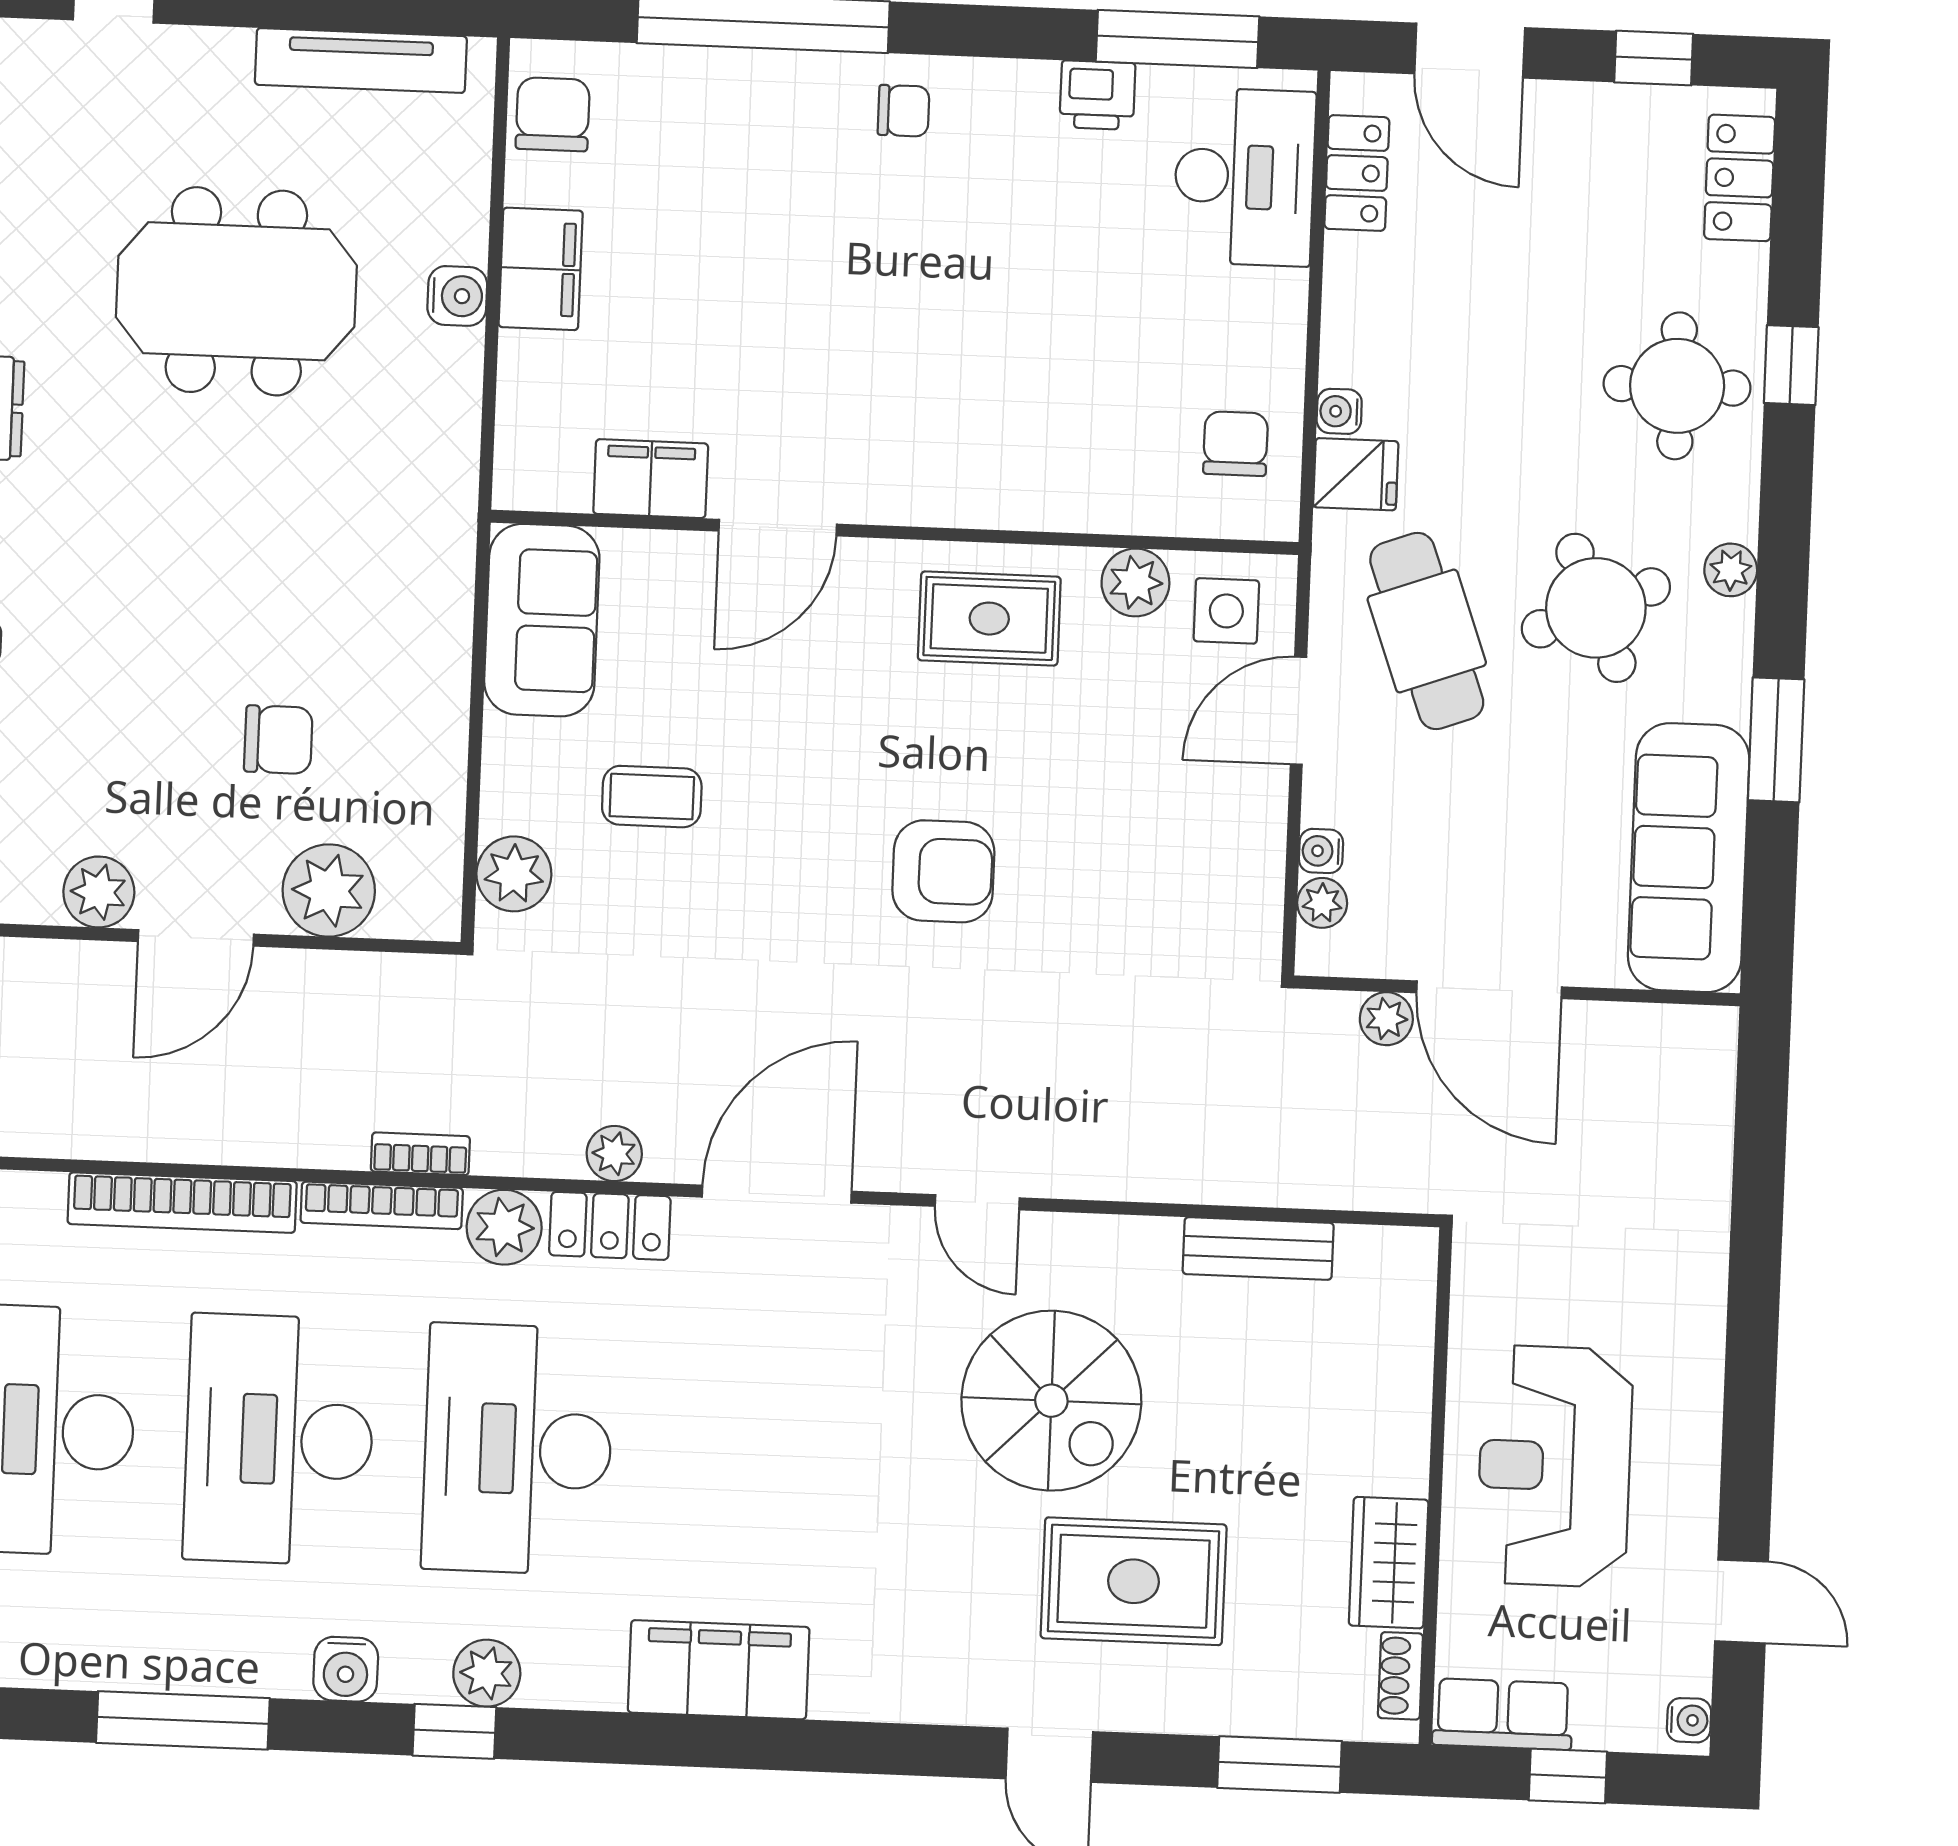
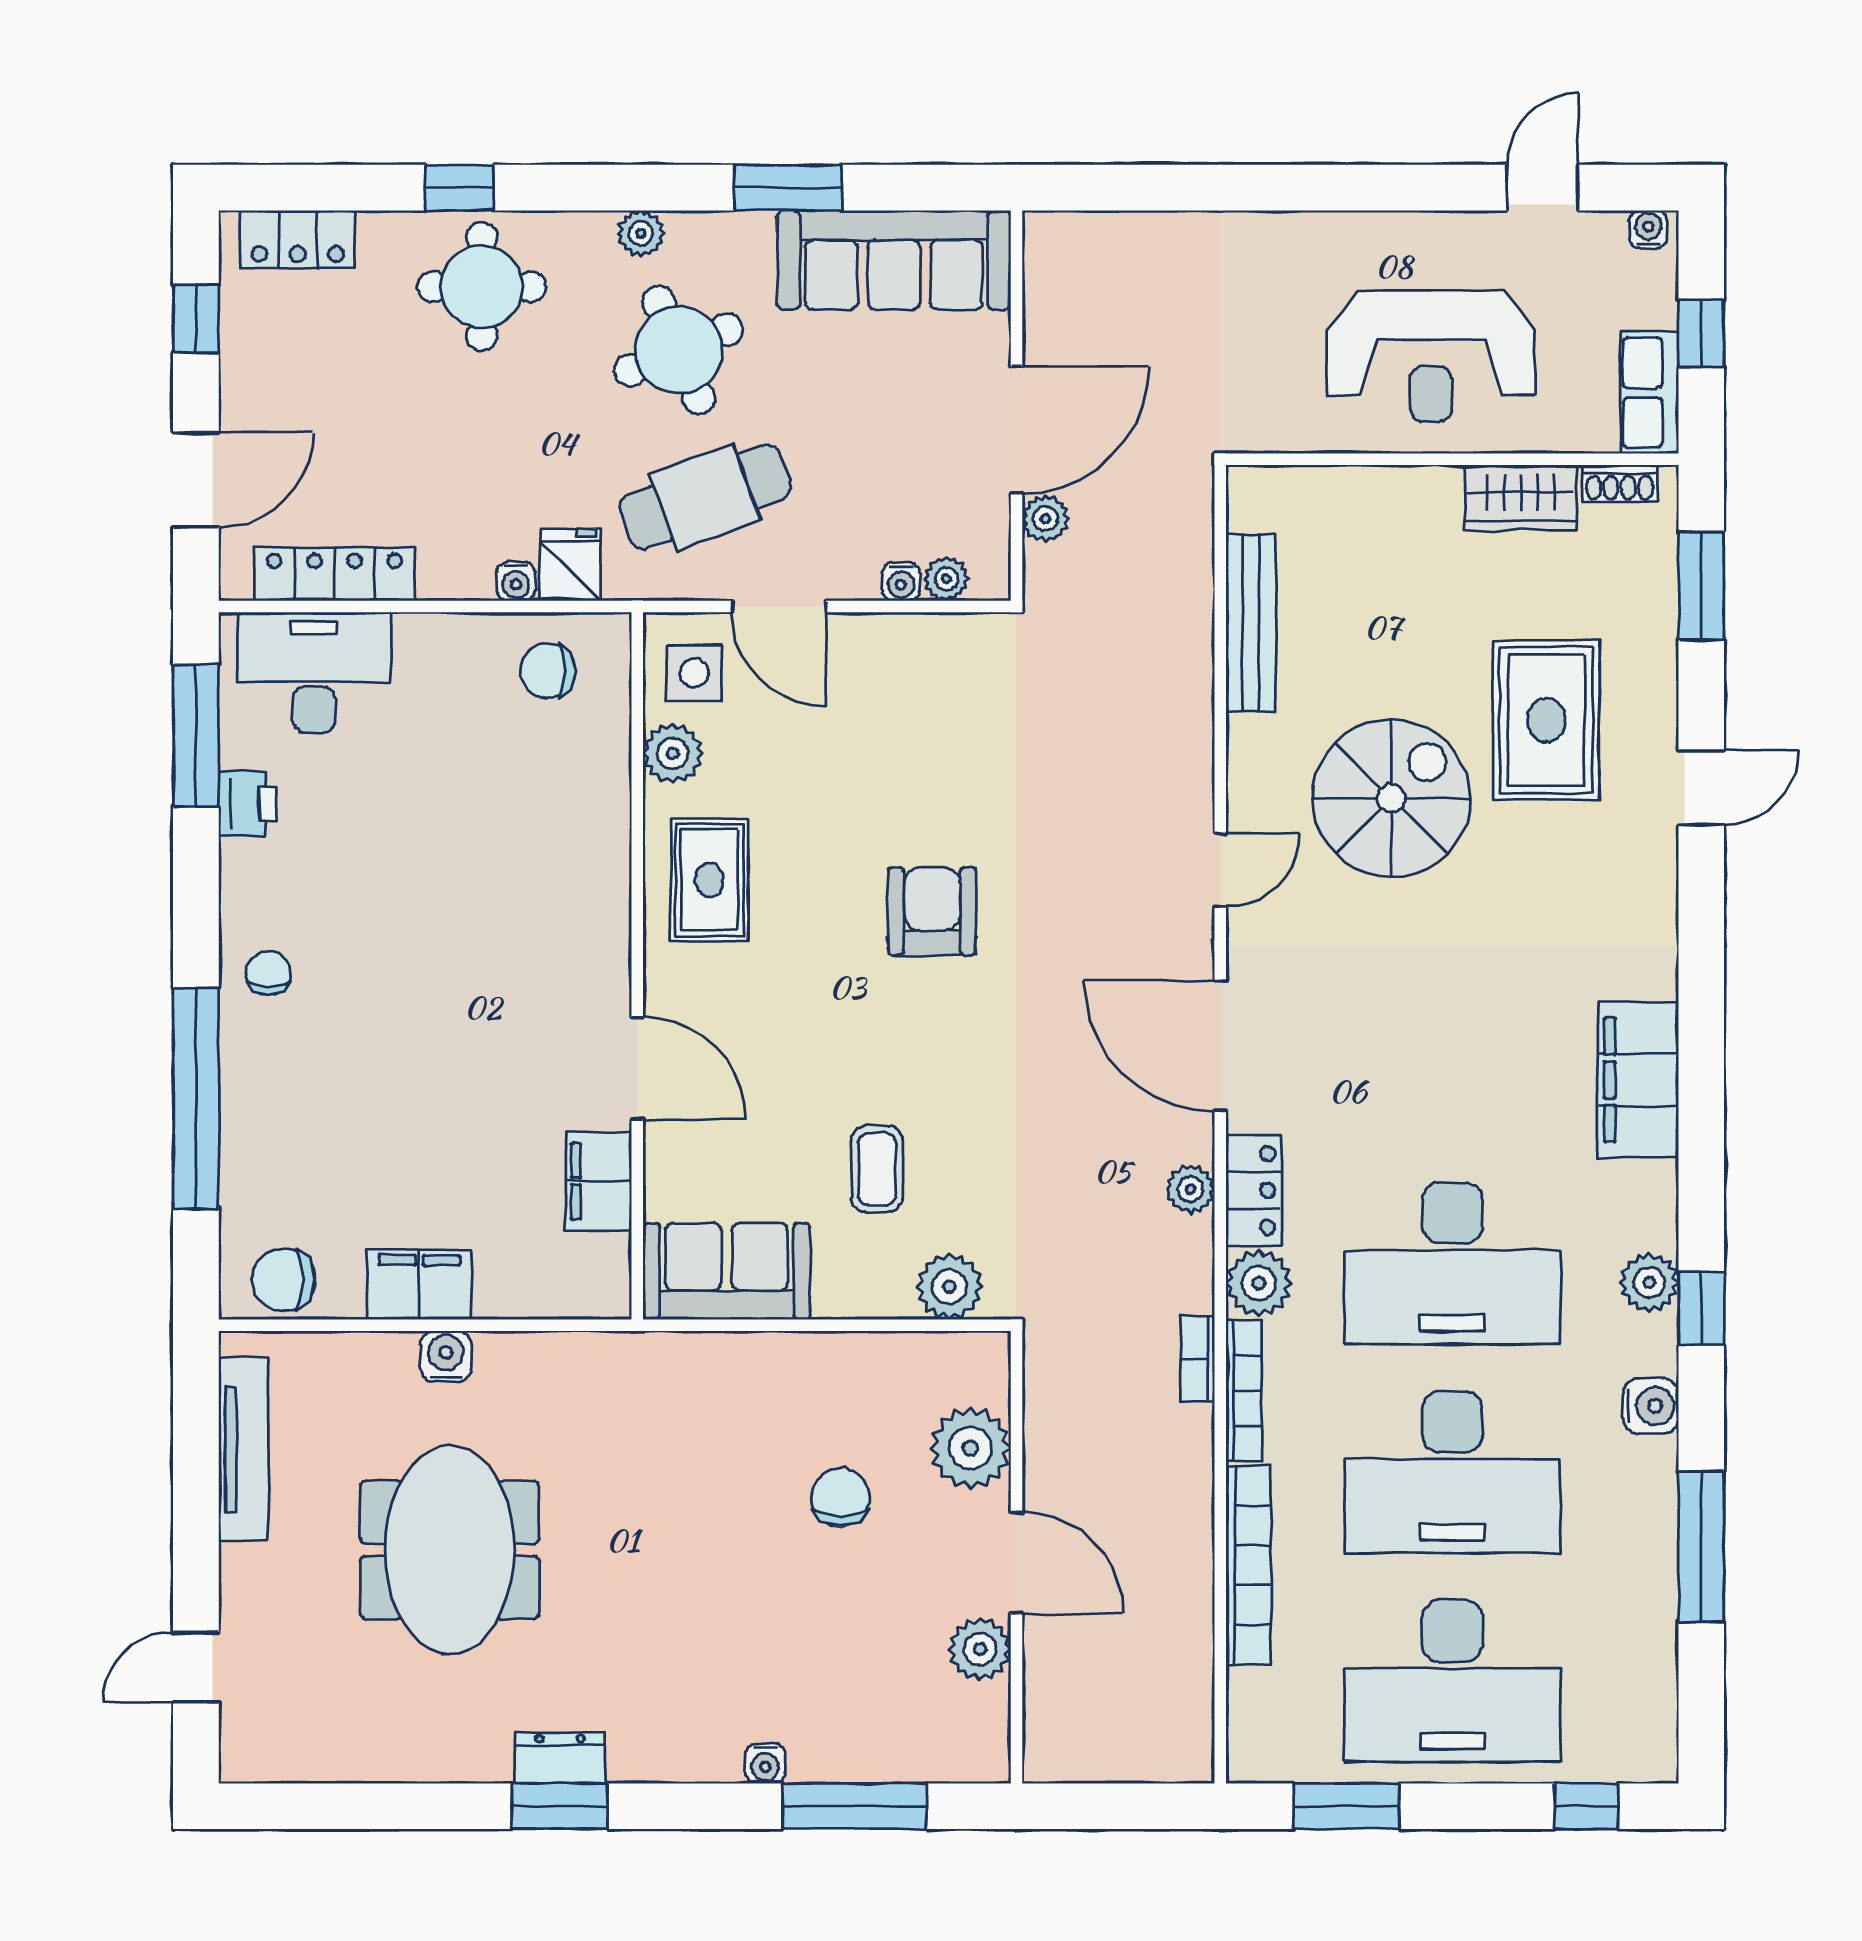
locker: (1357, 173) -> (335, 574), width x1.53
bench: (1258, 1248) -> (1251, 623), width x1.36

